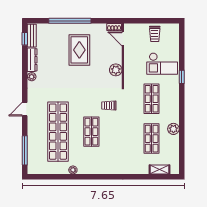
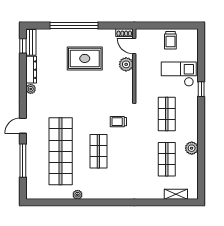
rug: (79, 50) -> (85, 58), turned 90
checkout: (162, 64) -> (179, 74), turned 180
plant: (116, 70) -> (126, 64), moved
window: (25, 150) -> (23, 161), moved

